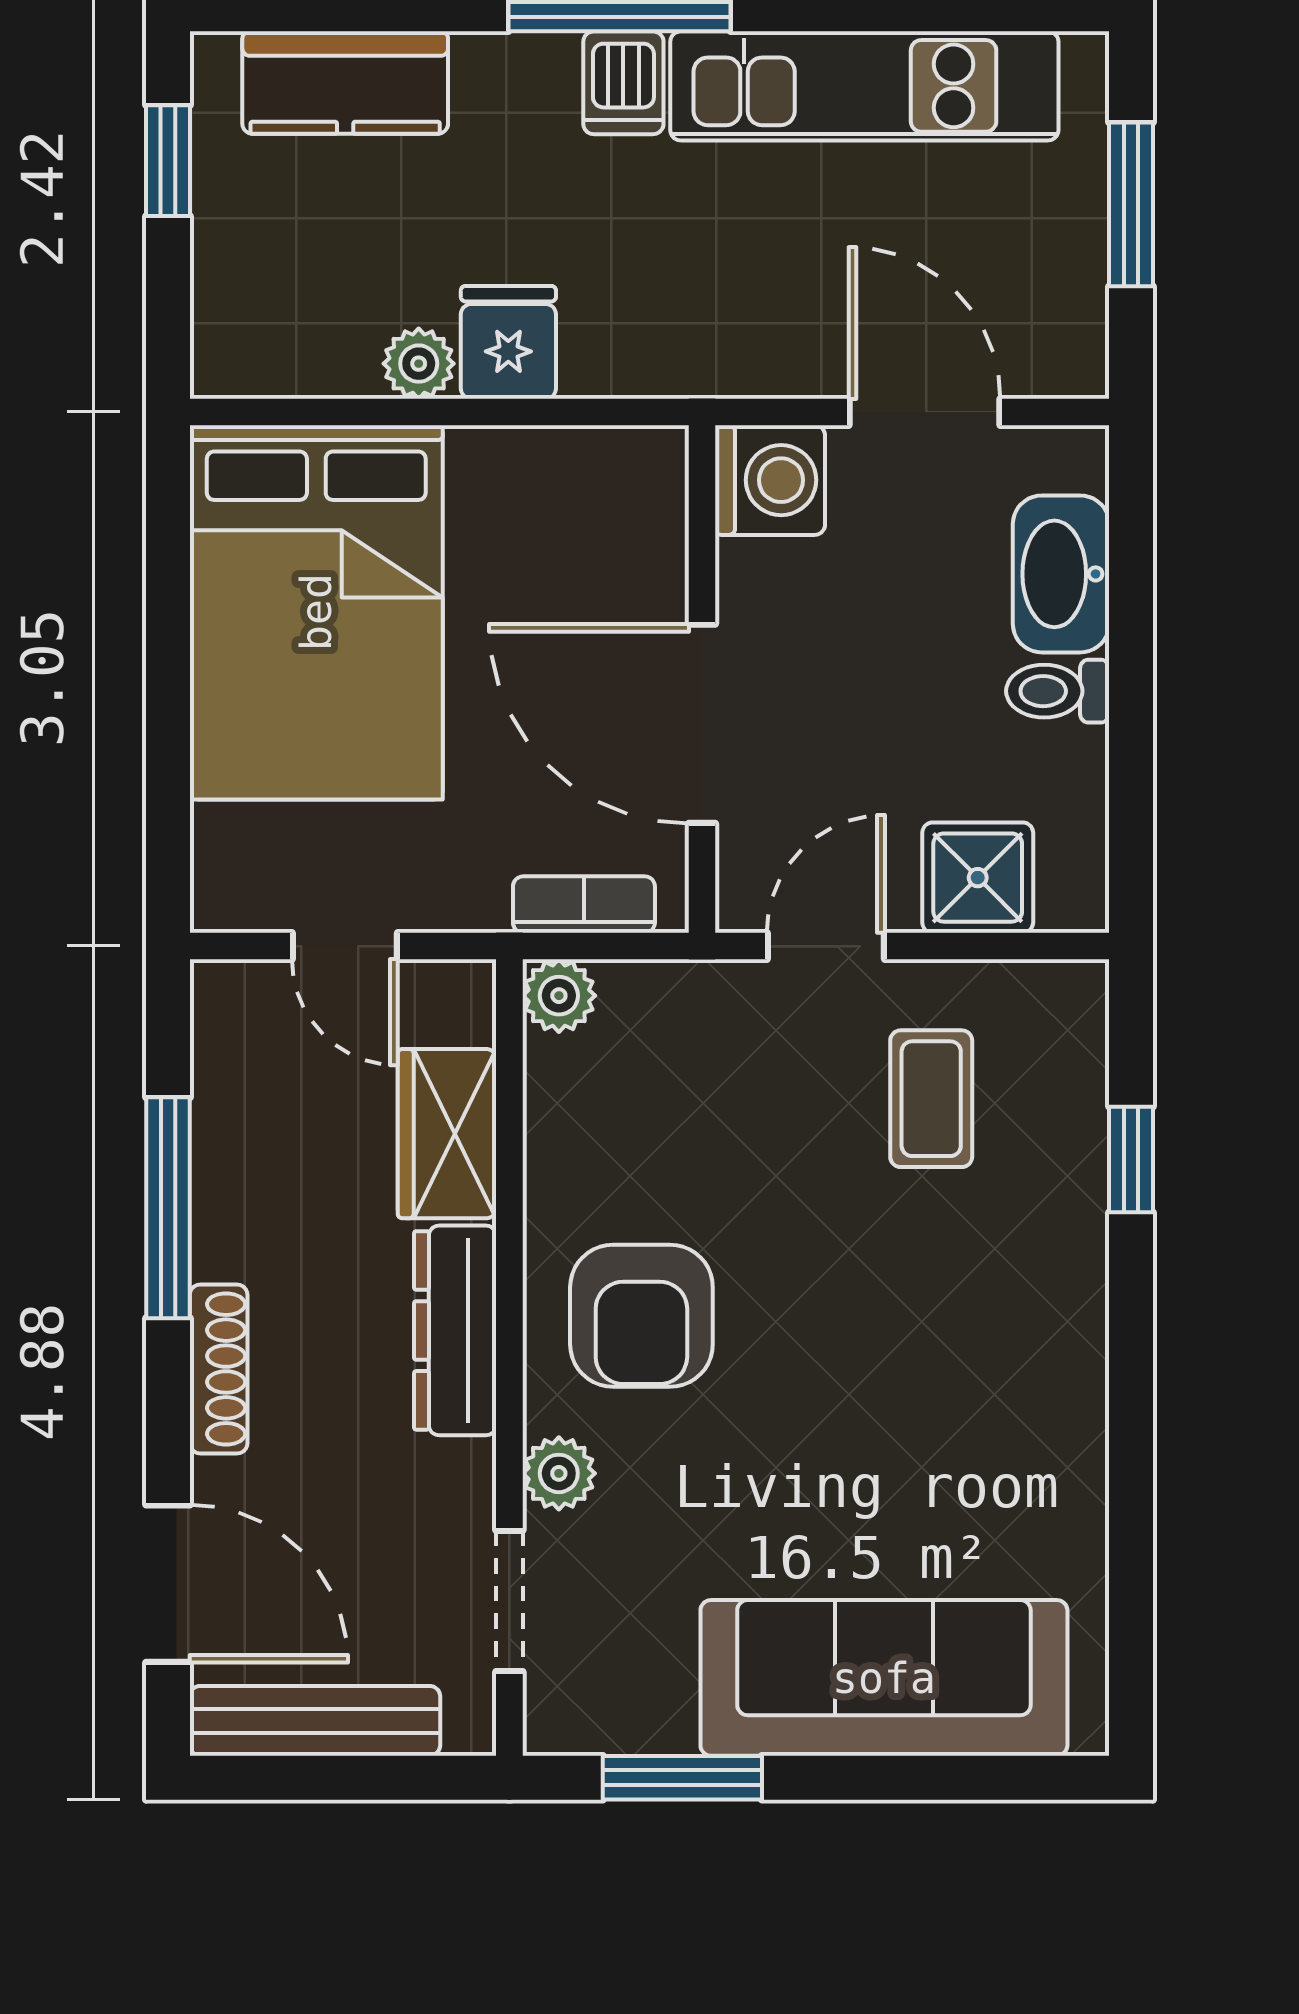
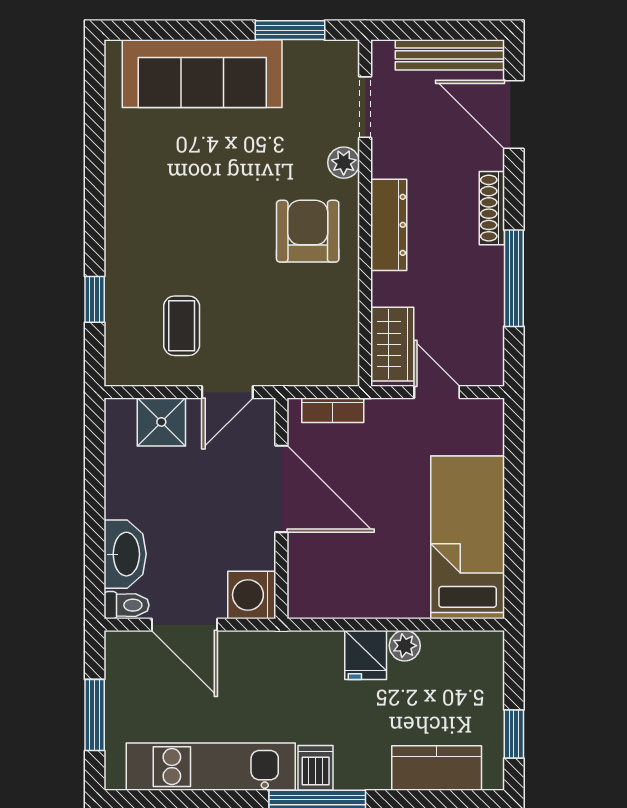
bed: (316, 612) -> (468, 537), width x0.67
toilet: (1058, 691) -> (127, 605), moved
plant: (559, 996) -> (344, 371), removed
wardrobe: (447, 1134) -> (392, 344), moved

